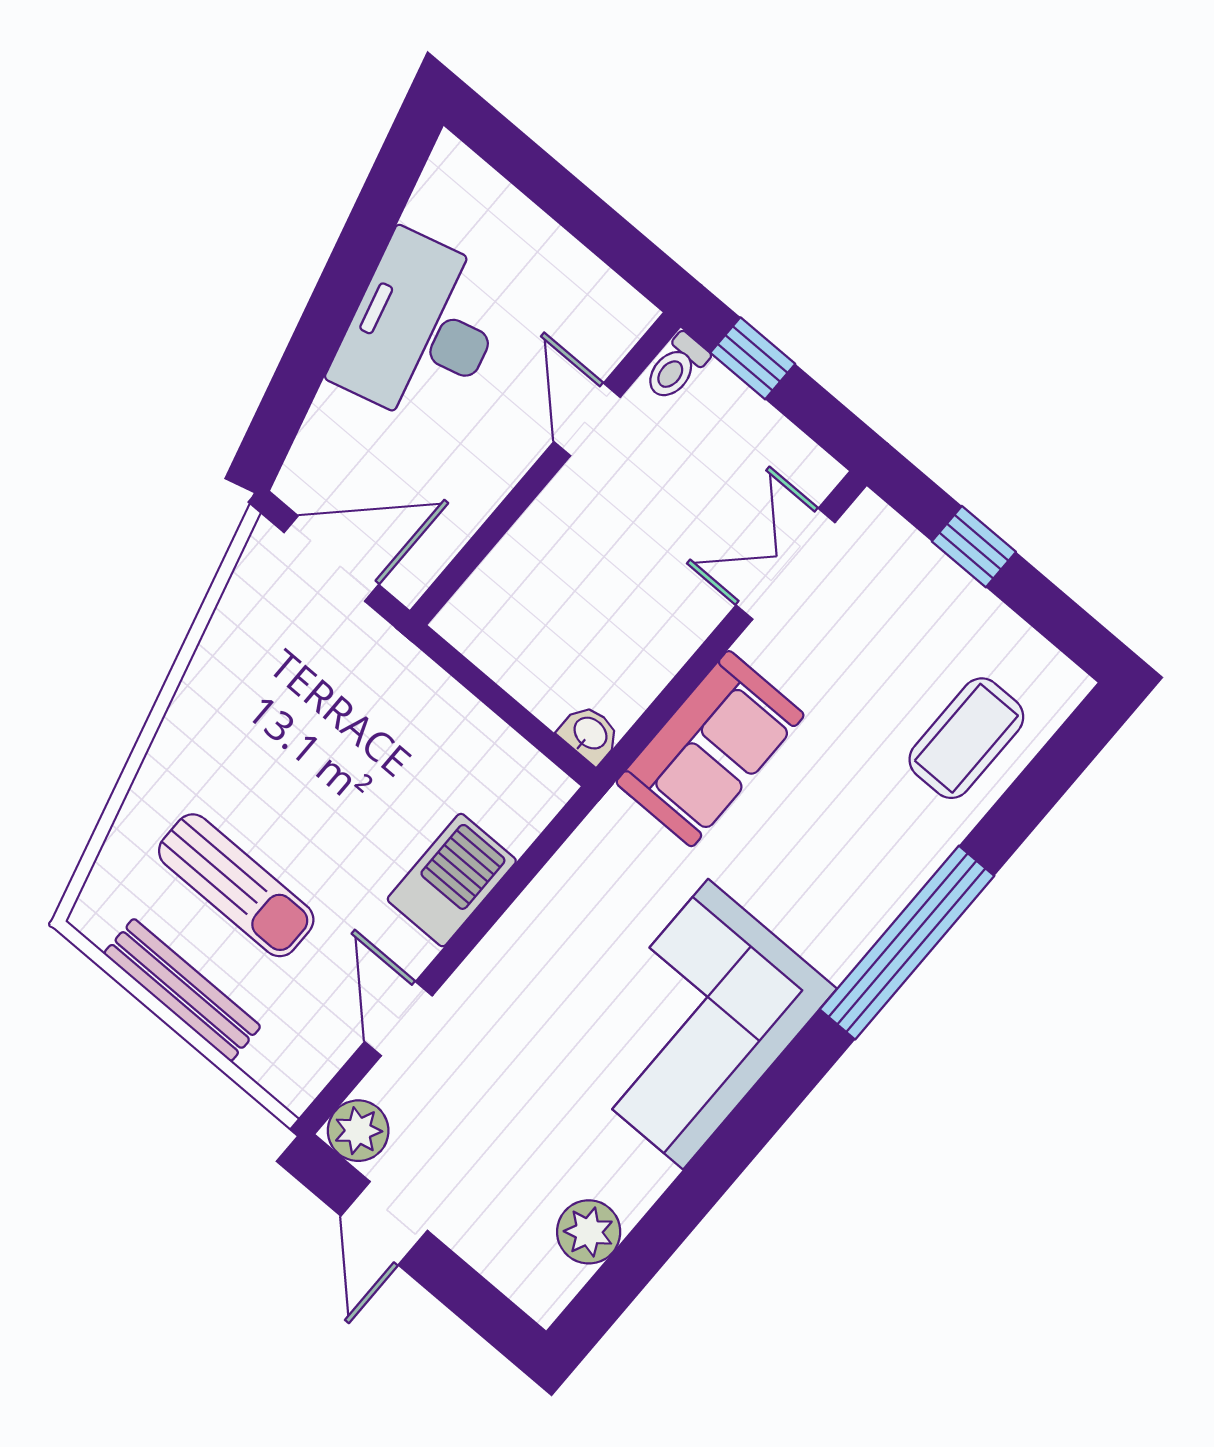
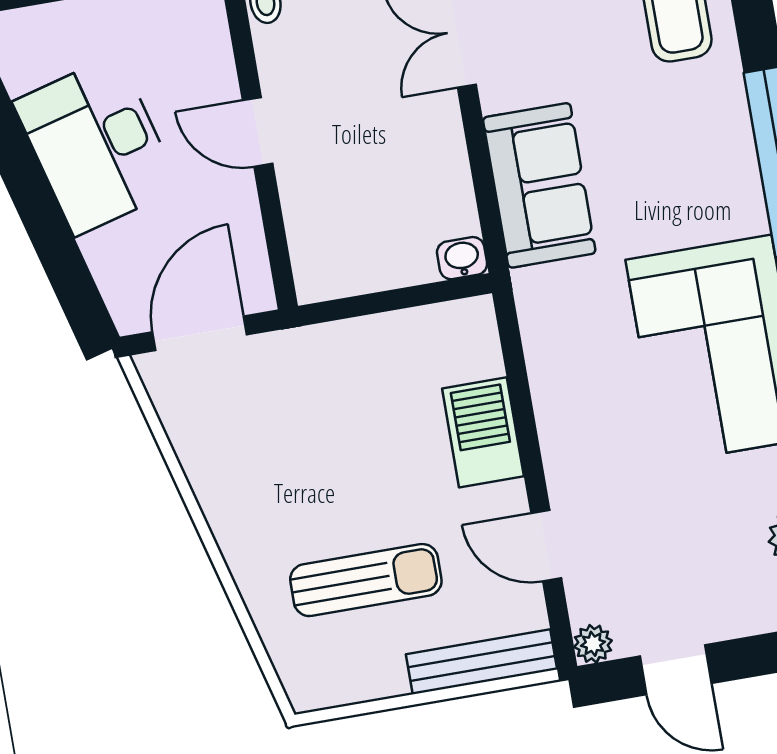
door: (587, 419) -> (258, 132), moved
bench: (182, 990) -> (482, 662), moved
plant: (358, 1131) -> (593, 644), width x0.73, depth x0.73

